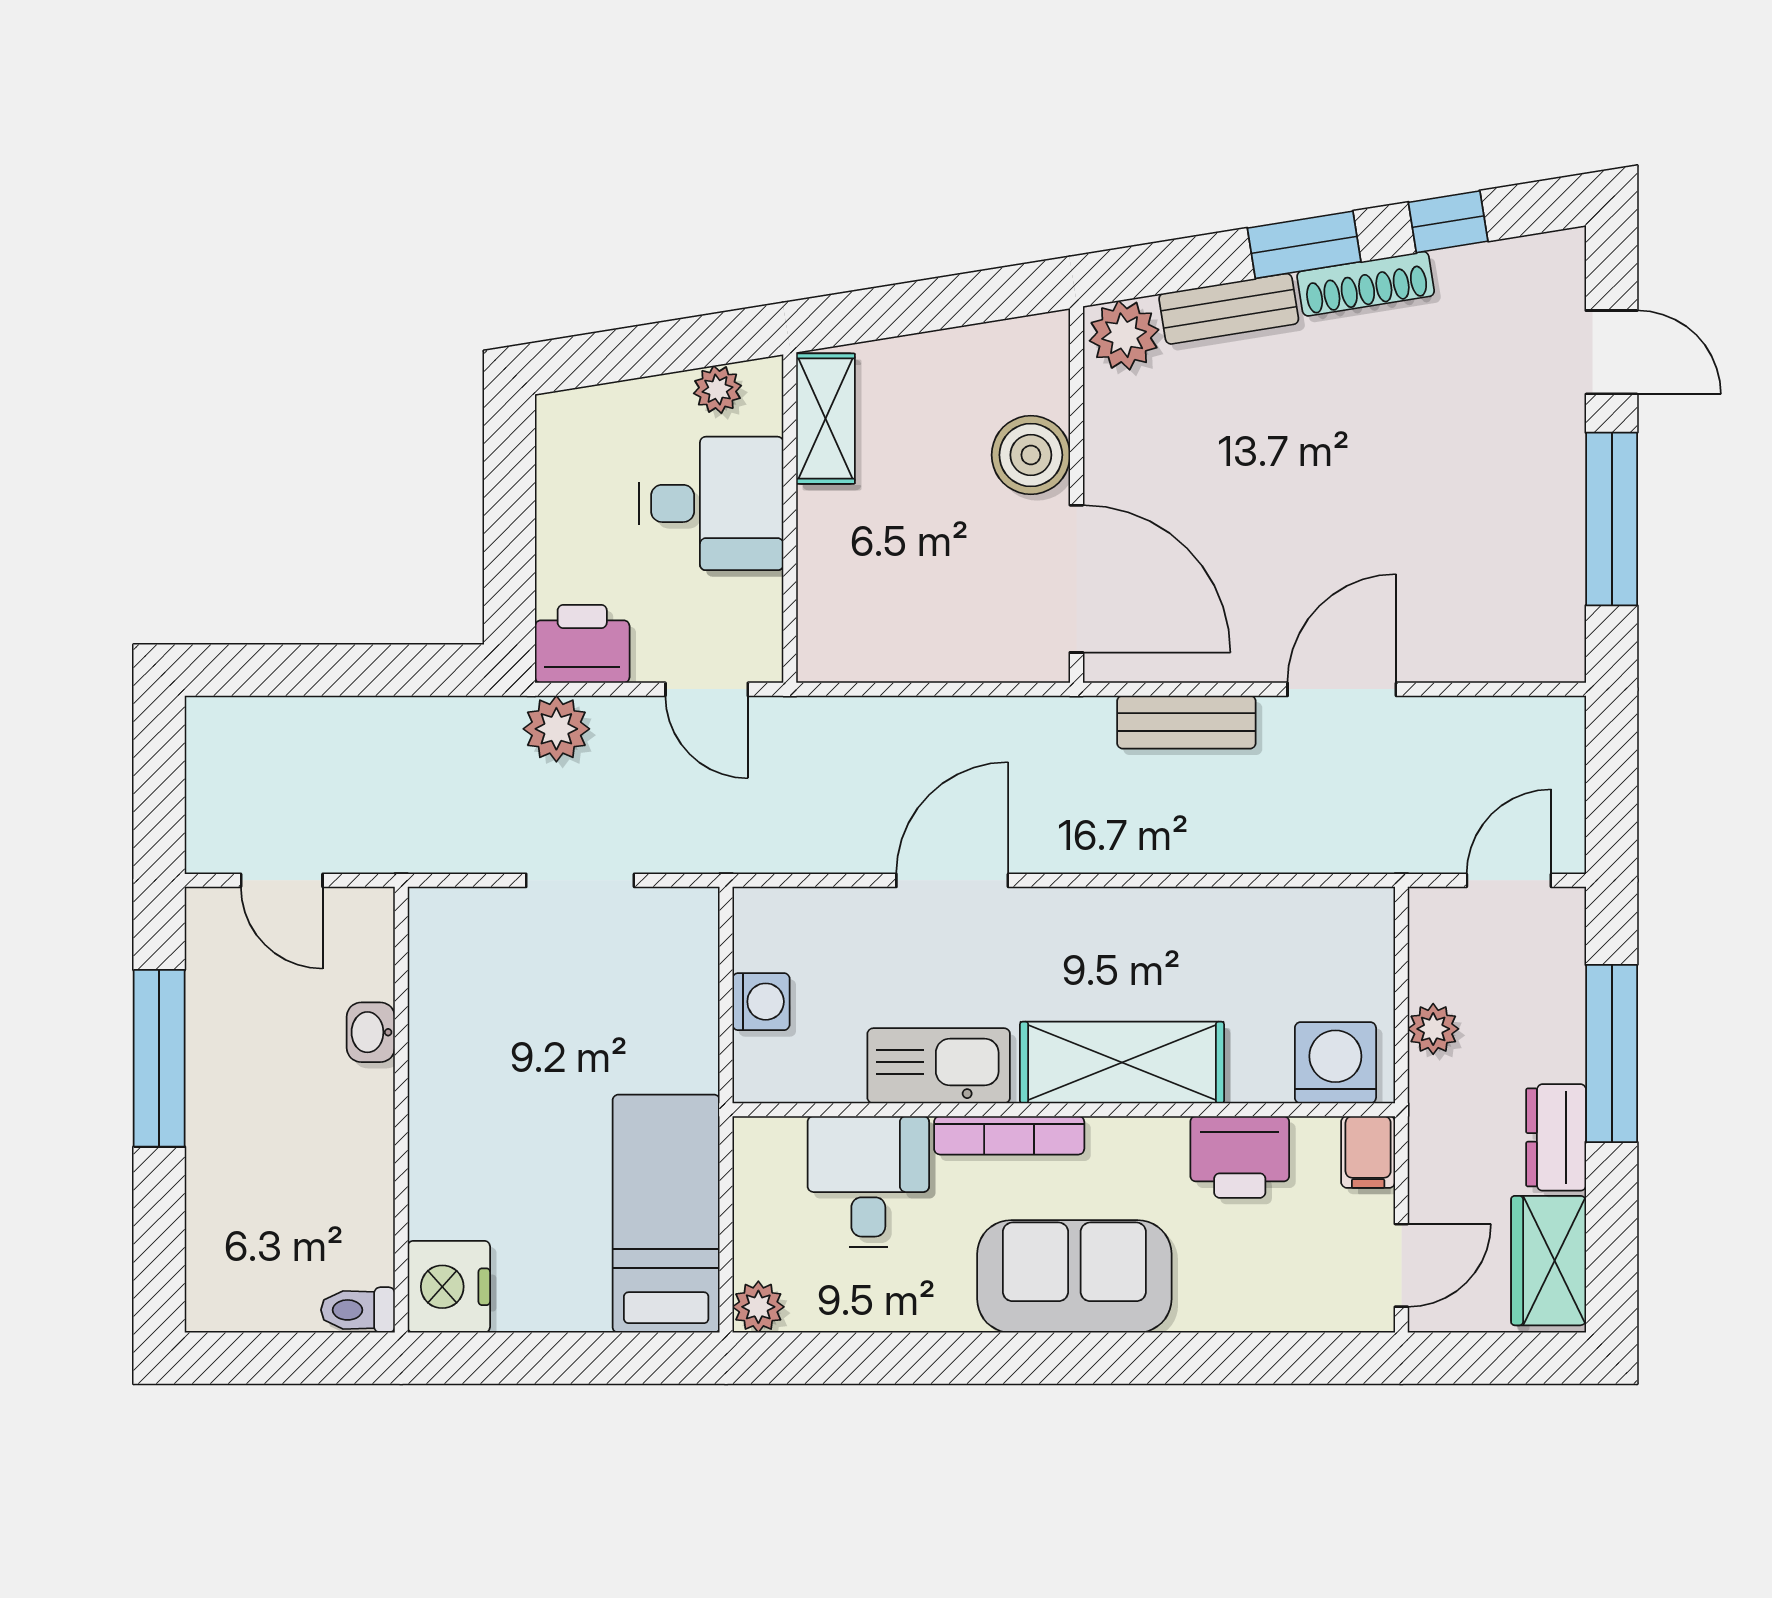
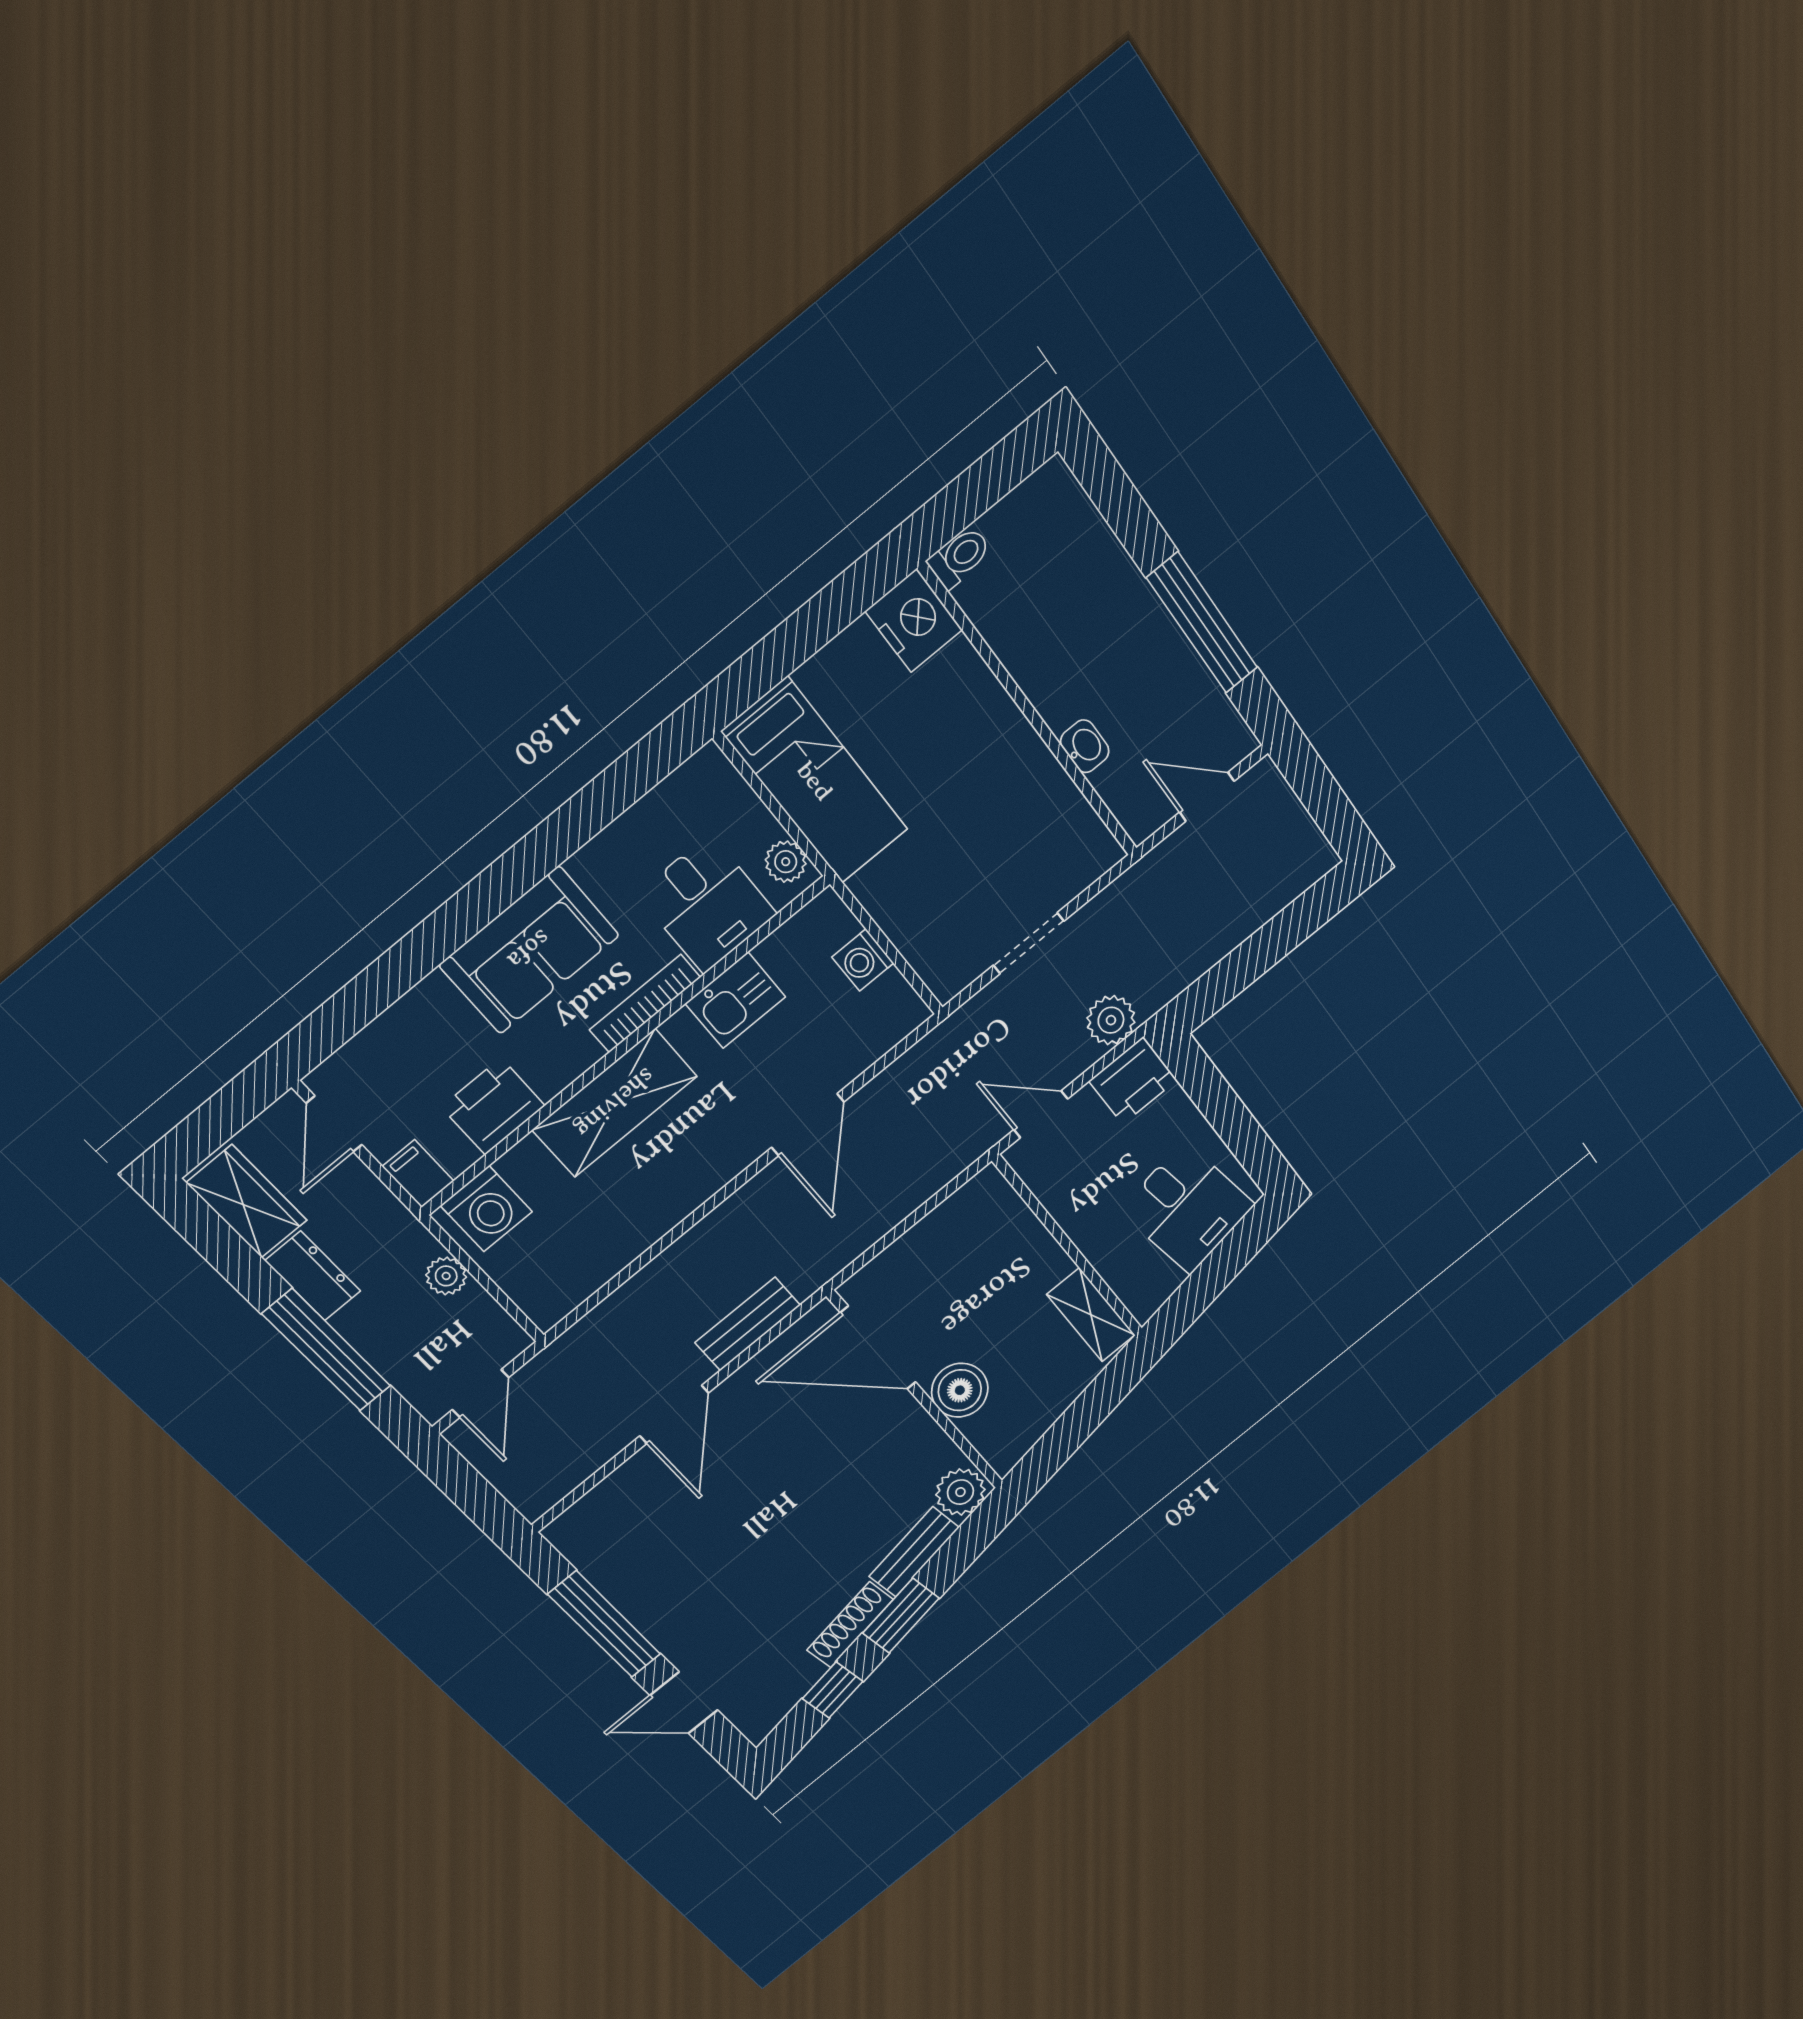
plant: (718, 390) -> (1164, 1280), removed
desk: (711, 503) -> (1187, 1208), moved, turned -99
kitchen sink: (939, 1066) -> (735, 1000), width x0.73
plant: (758, 1307) -> (786, 862), moved

